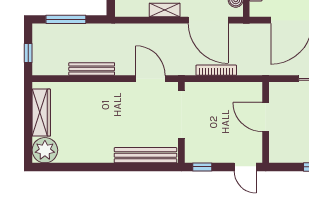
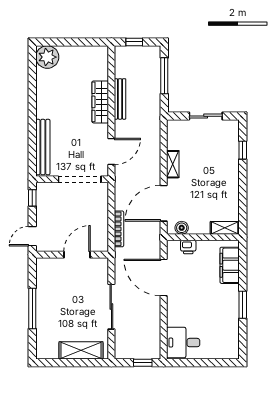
bookcase: (216, 70) -> (119, 229), moved
wardrobe: (41, 113) -> (100, 102), moved, turned 90

